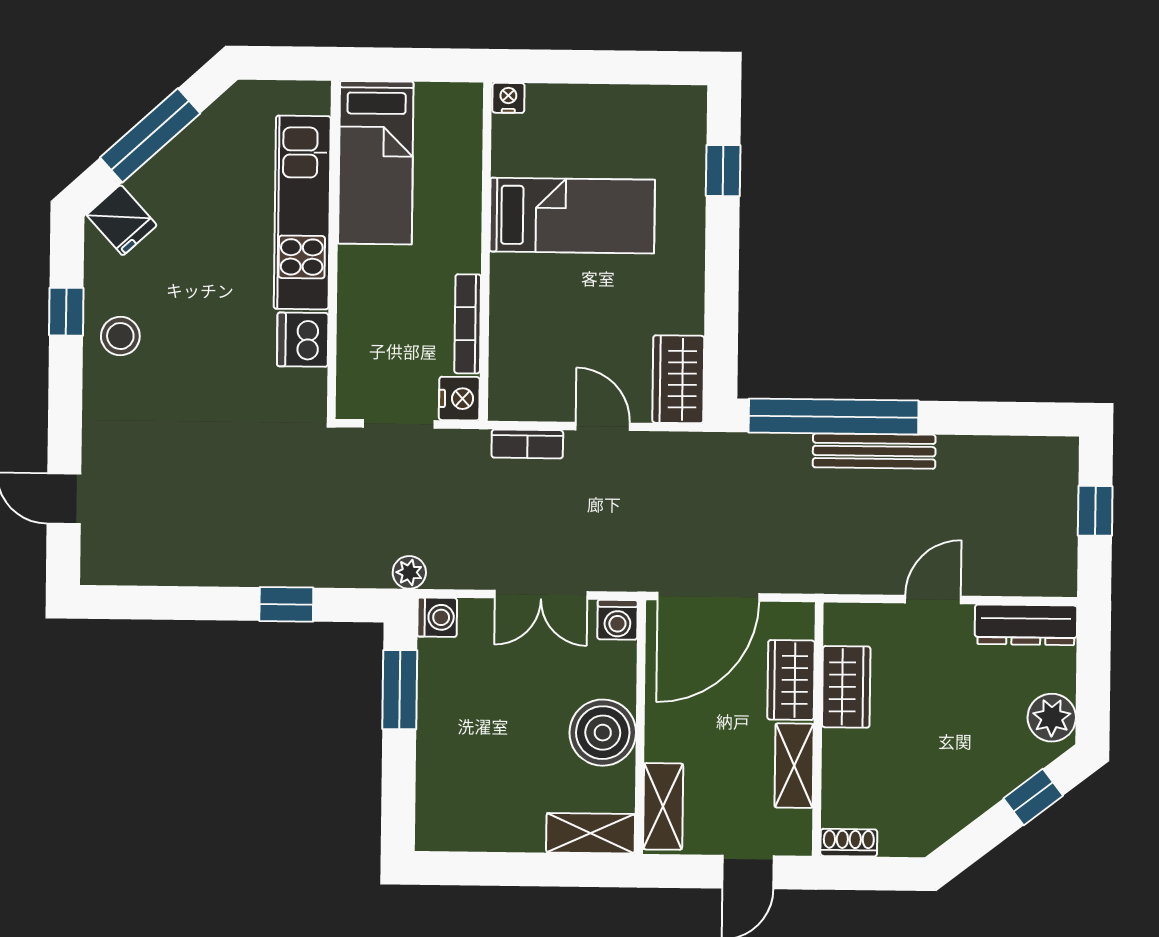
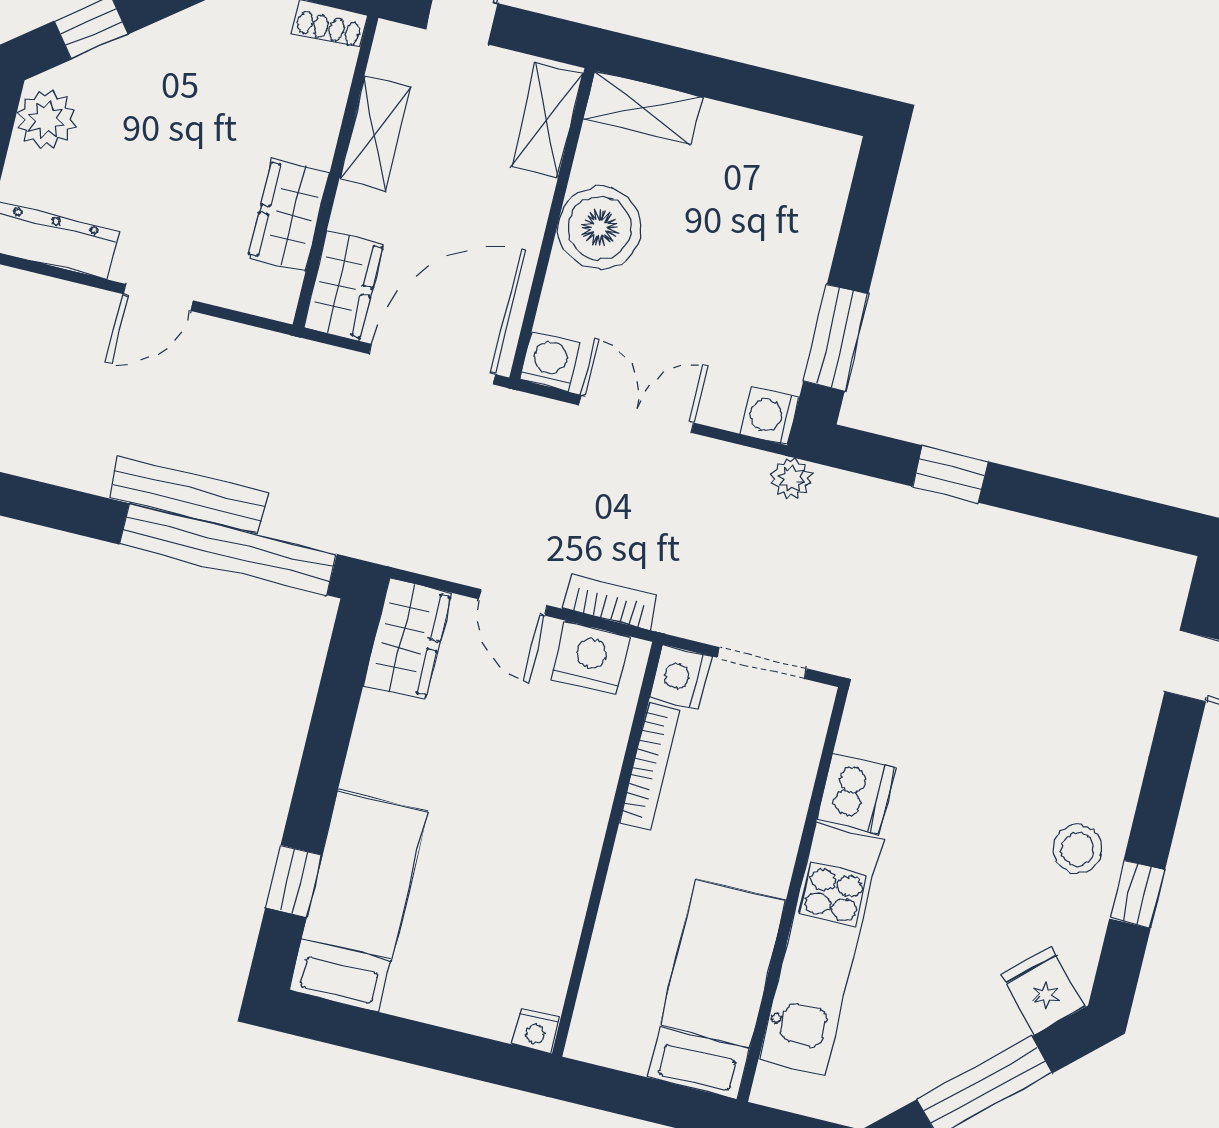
bed: (572, 216) -> (358, 901), moved, turned 90
nightstand: (533, 397) -> (590, 658), added
wardrobe: (791, 680) -> (343, 285), moved

